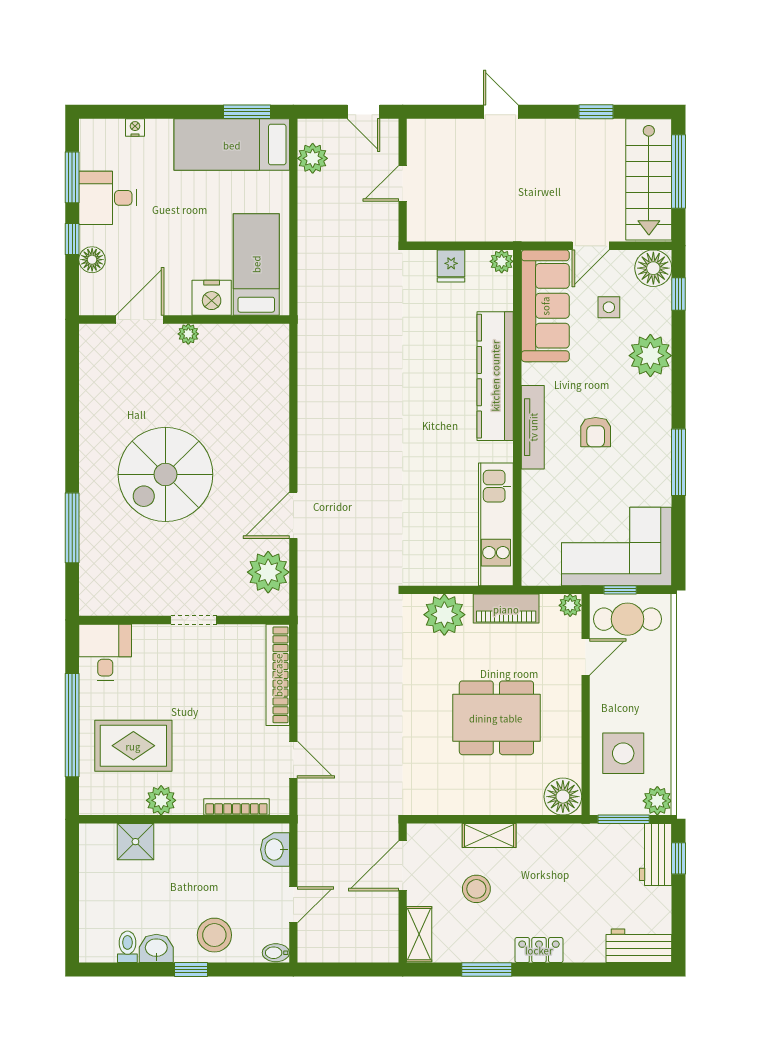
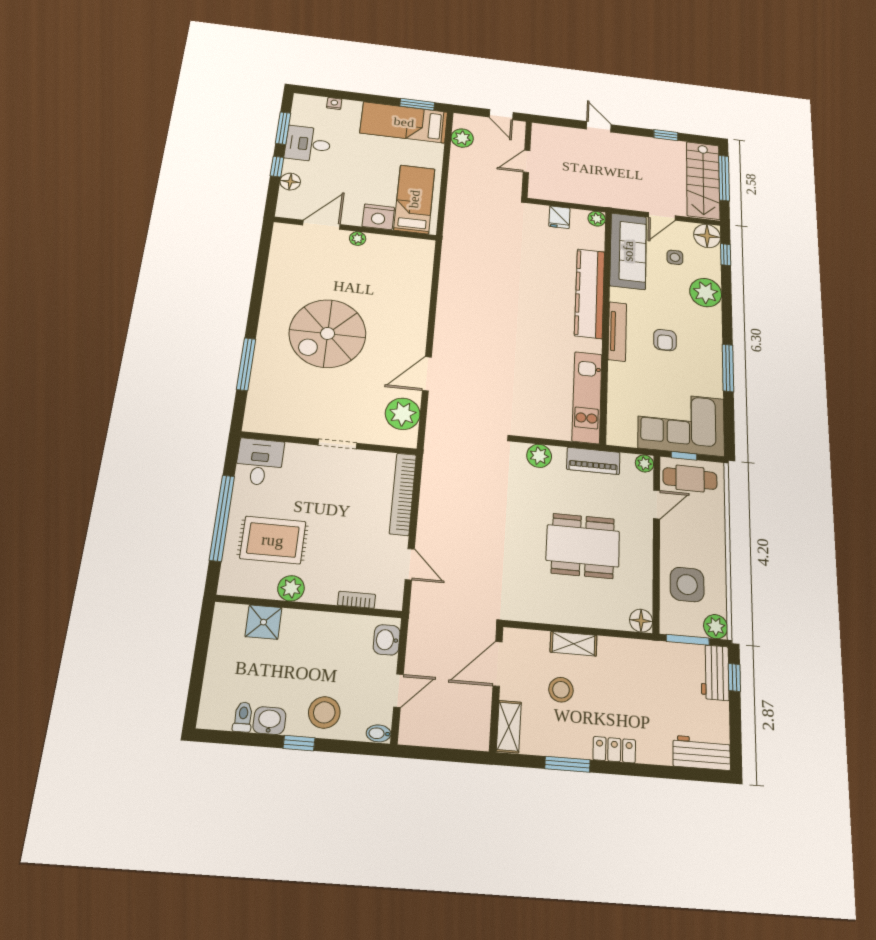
plant: (444, 615) -> (539, 456), width x0.73, depth x0.73
floor lamp: (563, 797) -> (641, 621), width x0.73, depth x0.73
bookcase: (236, 807) -> (357, 600), width x0.64

